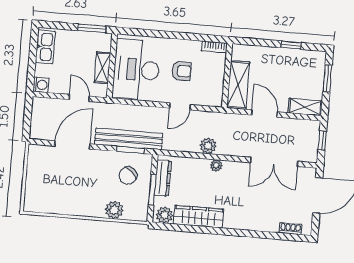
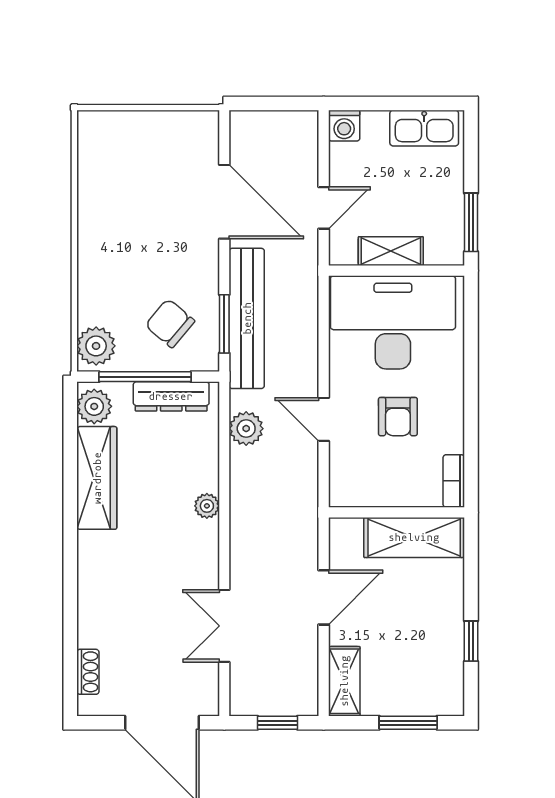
shelving: (238, 85) -> (414, 537), moved
plant: (208, 146) -> (246, 429), moved
double door: (274, 162) -> (224, 626), width x0.73
window: (152, 190) -> (145, 377), width x1.44
plant: (114, 210) -> (96, 346), moved

